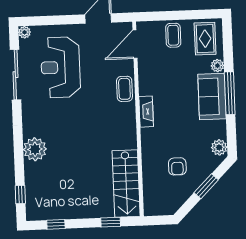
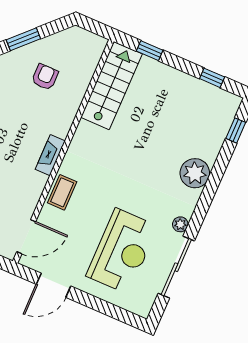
plant: (25, 32) -> (180, 224), moved

